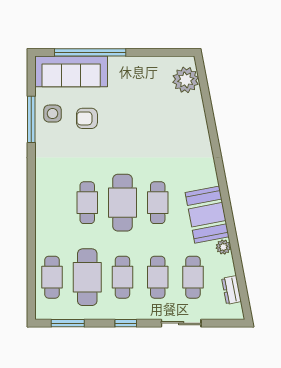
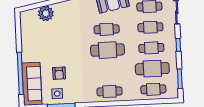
plant: (186, 80) -> (46, 13), moved
cafe table: (87, 203) -> (110, 91), moved

